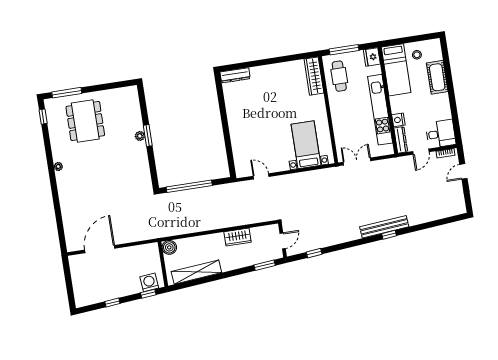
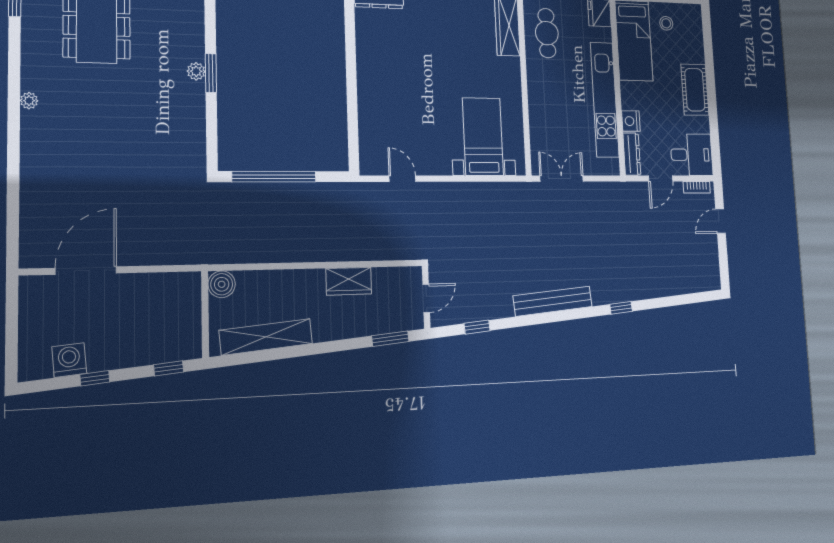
cot: (437, 77) -> (695, 90), moved
bench: (384, 227) -> (553, 301), moved
window: (389, 235) -> (621, 308), moved
washing machine: (149, 282) -> (69, 360), moved

